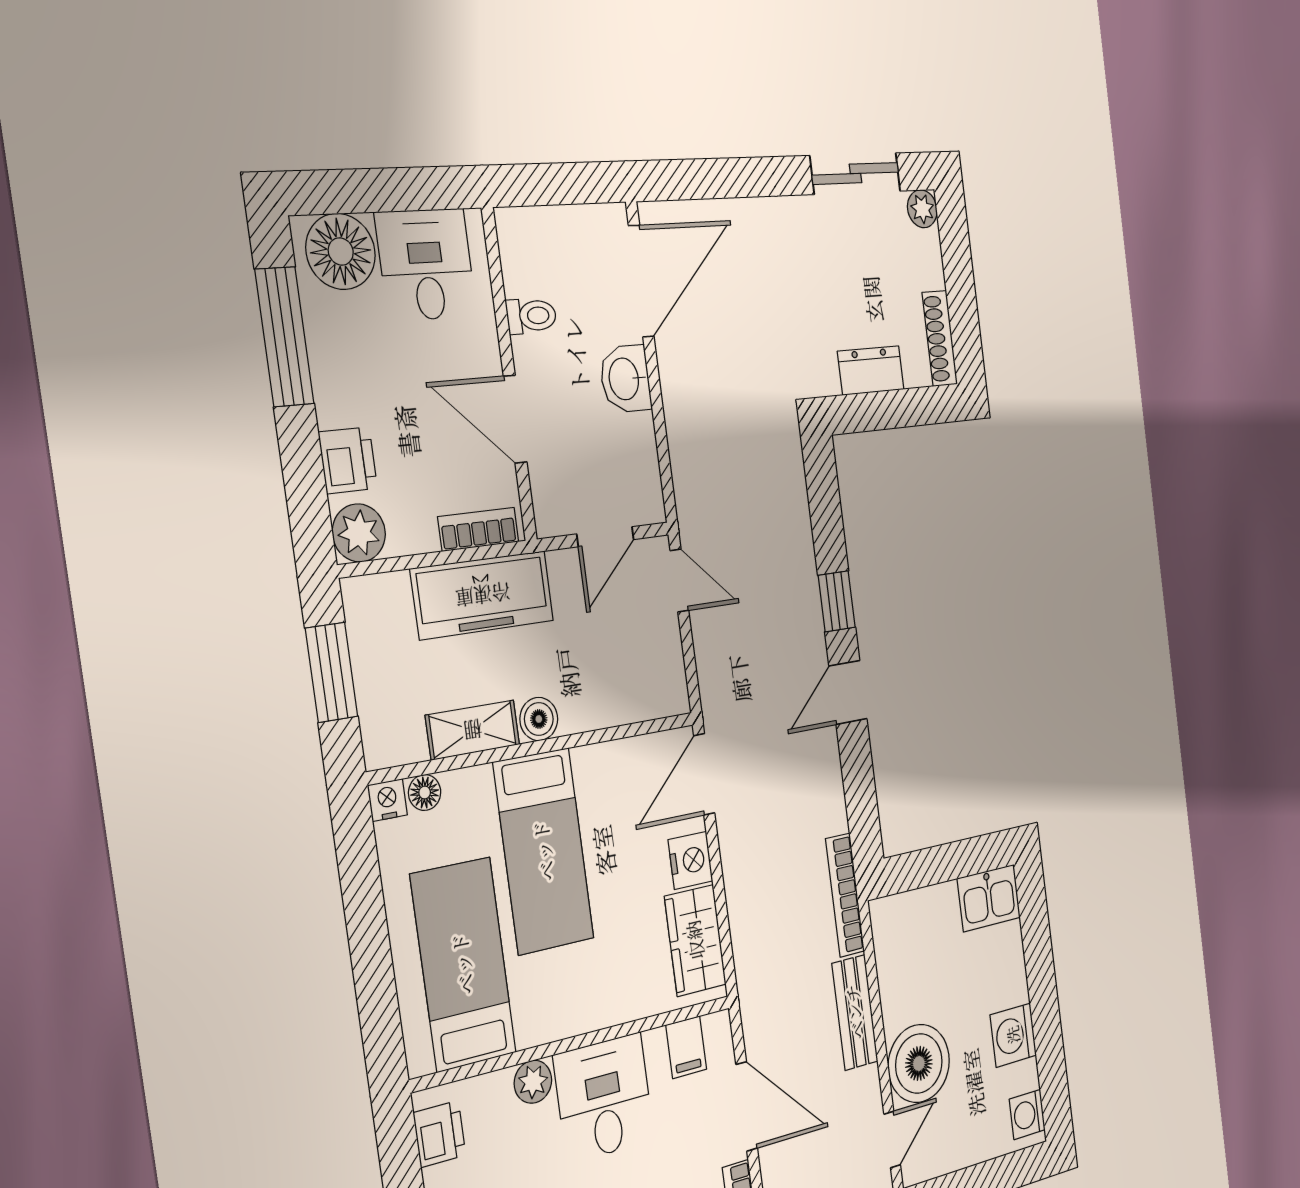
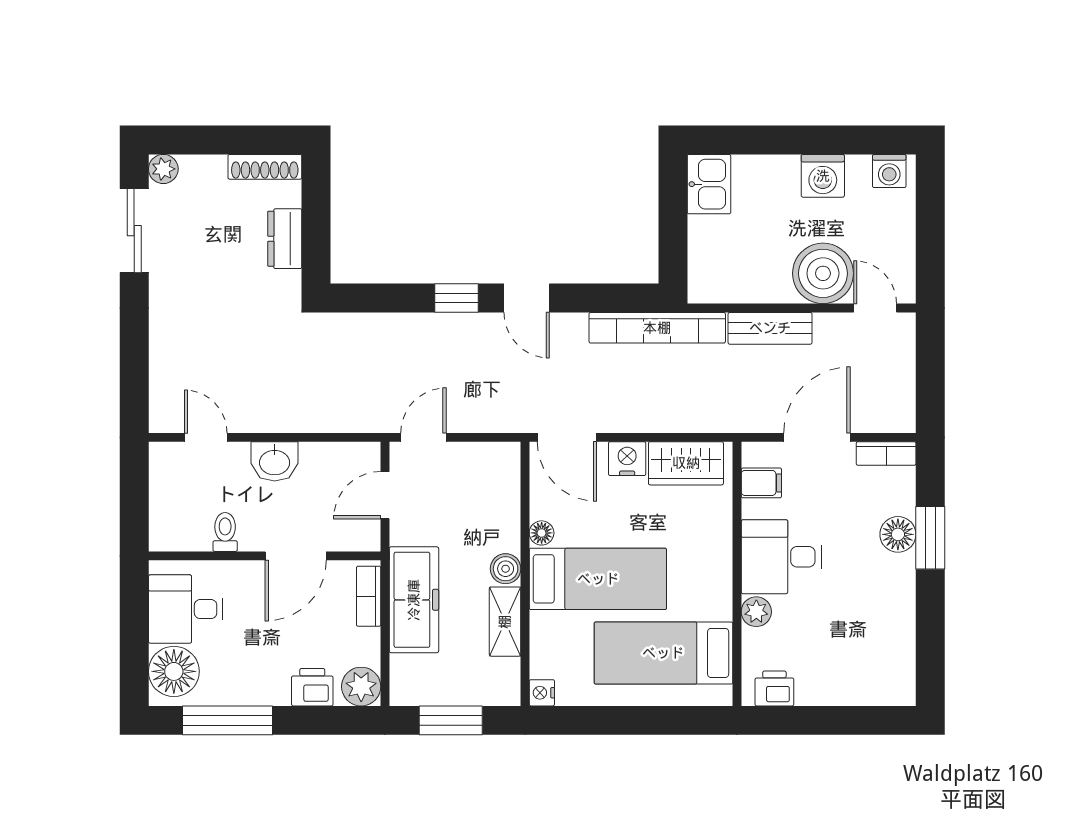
door: (641, 281) -> (206, 437), width x0.53
door: (605, 537) -> (385, 495), swing flipped
floor lamp: (425, 793) -> (542, 533), moved
bookcase: (845, 895) -> (657, 328), width x1.48, depth x1.31

